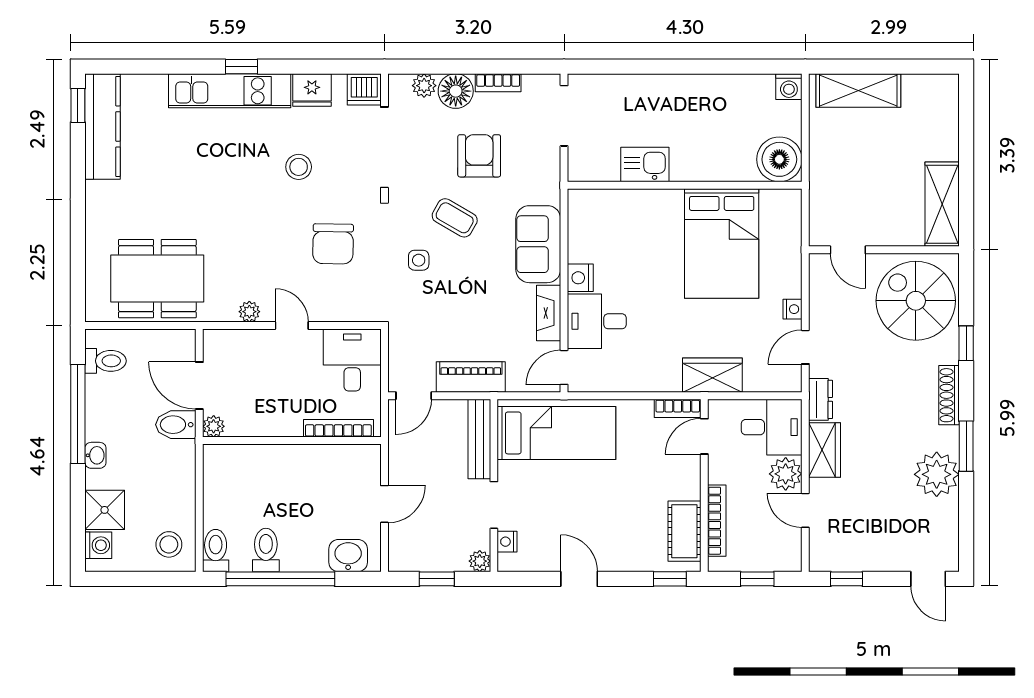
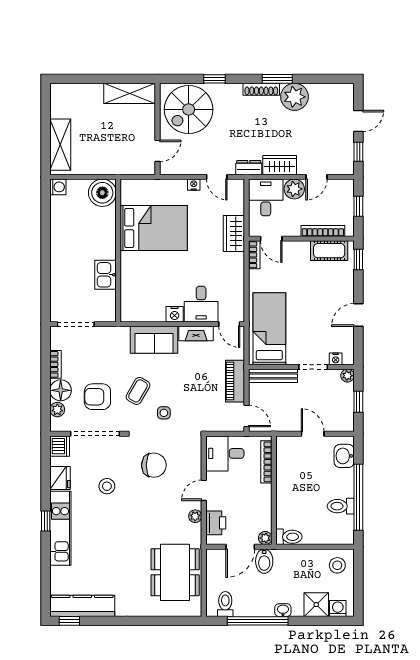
armchair: (479, 156) -> (97, 397), moved
printer: (238, 345) -> (216, 523), added
shoe rack: (949, 395) -> (261, 89), moved
toilet: (216, 551) -> (289, 537), moved, turned 180
door: (928, 579) -> (358, 121), moved

